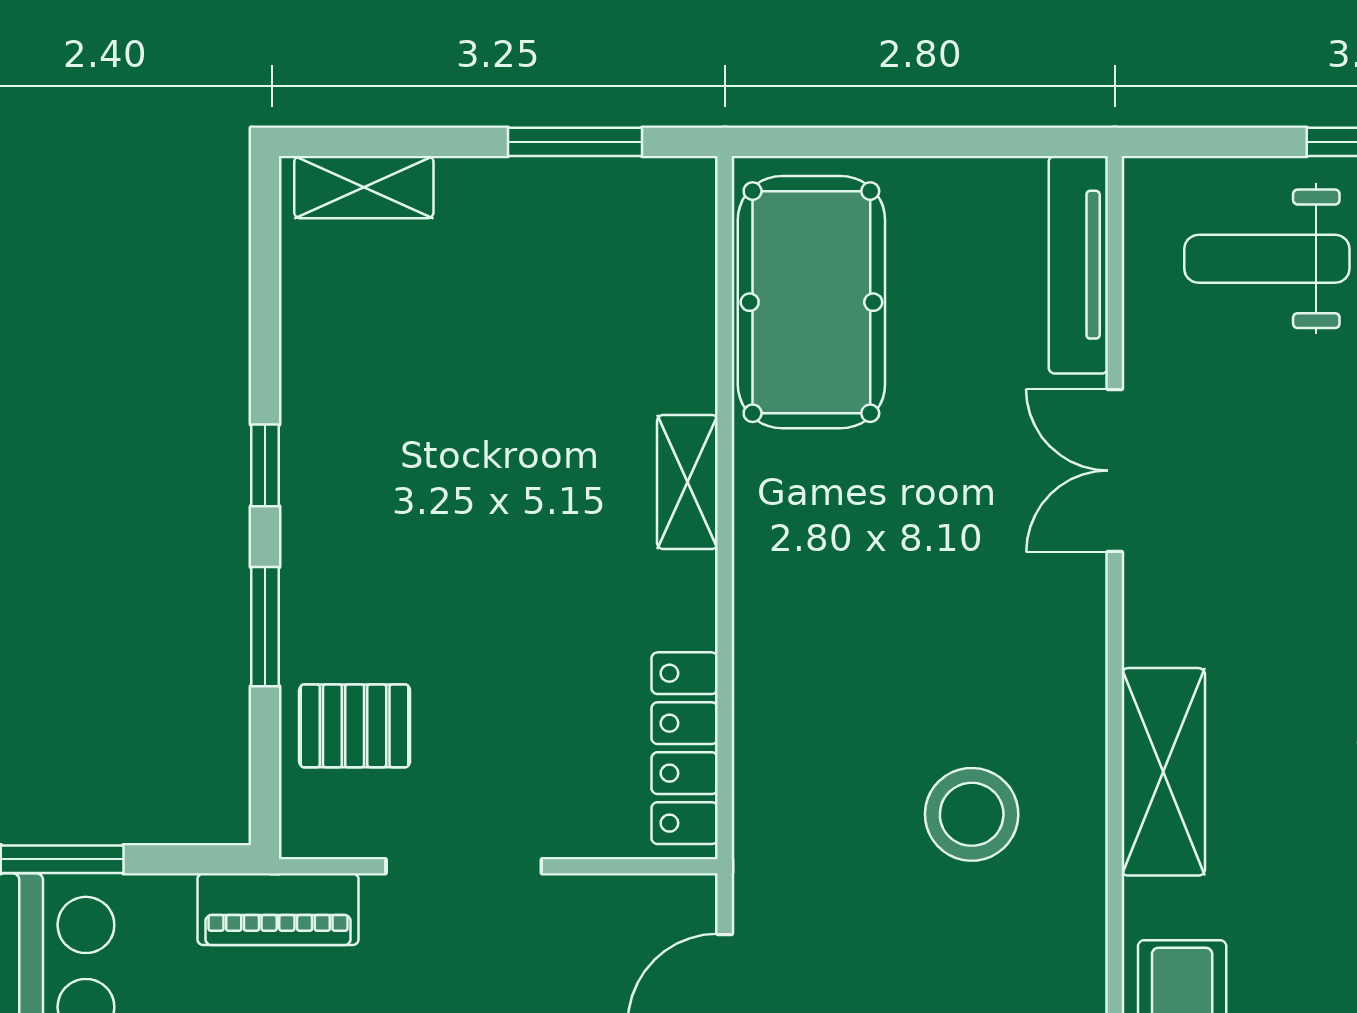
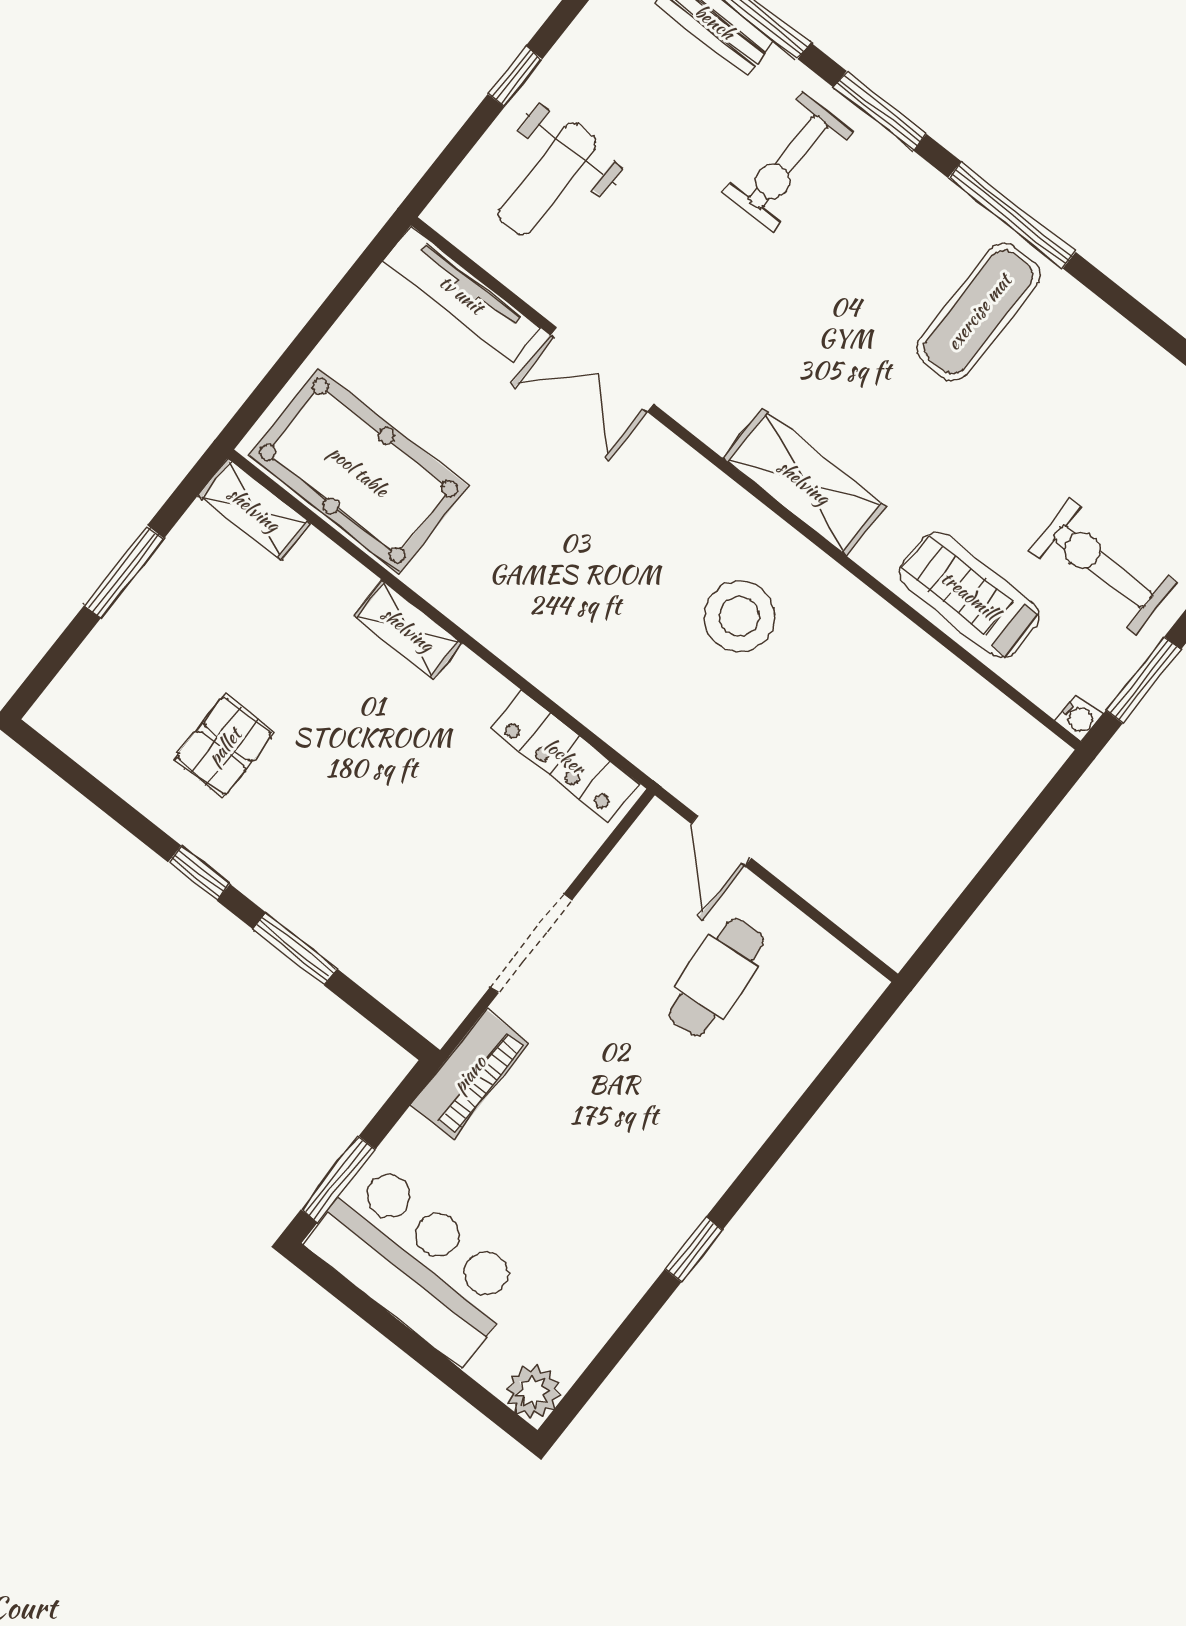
window: (575, 142) -> (124, 572), moved
shelving: (364, 187) -> (254, 509), moved, turned 90
pallet: (355, 726) -> (224, 746), moved

